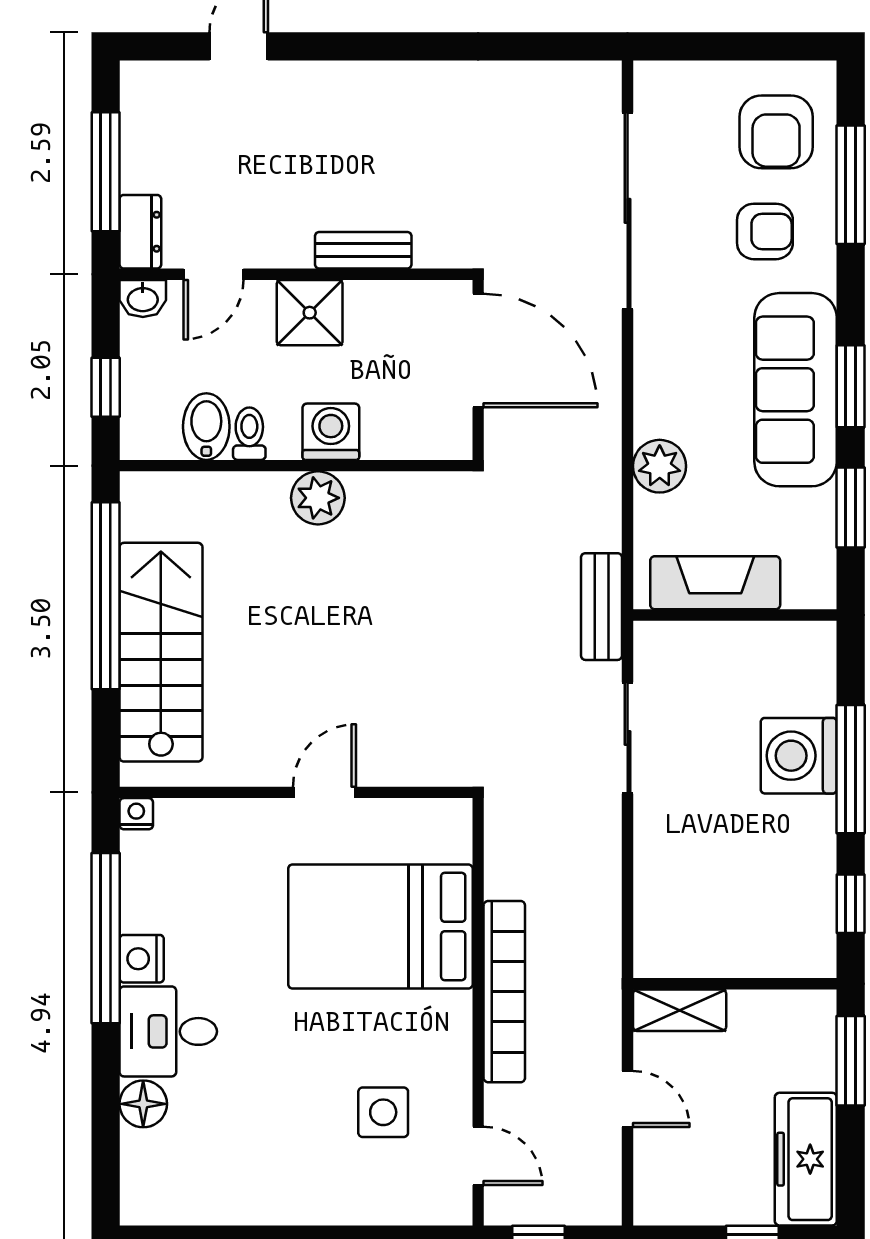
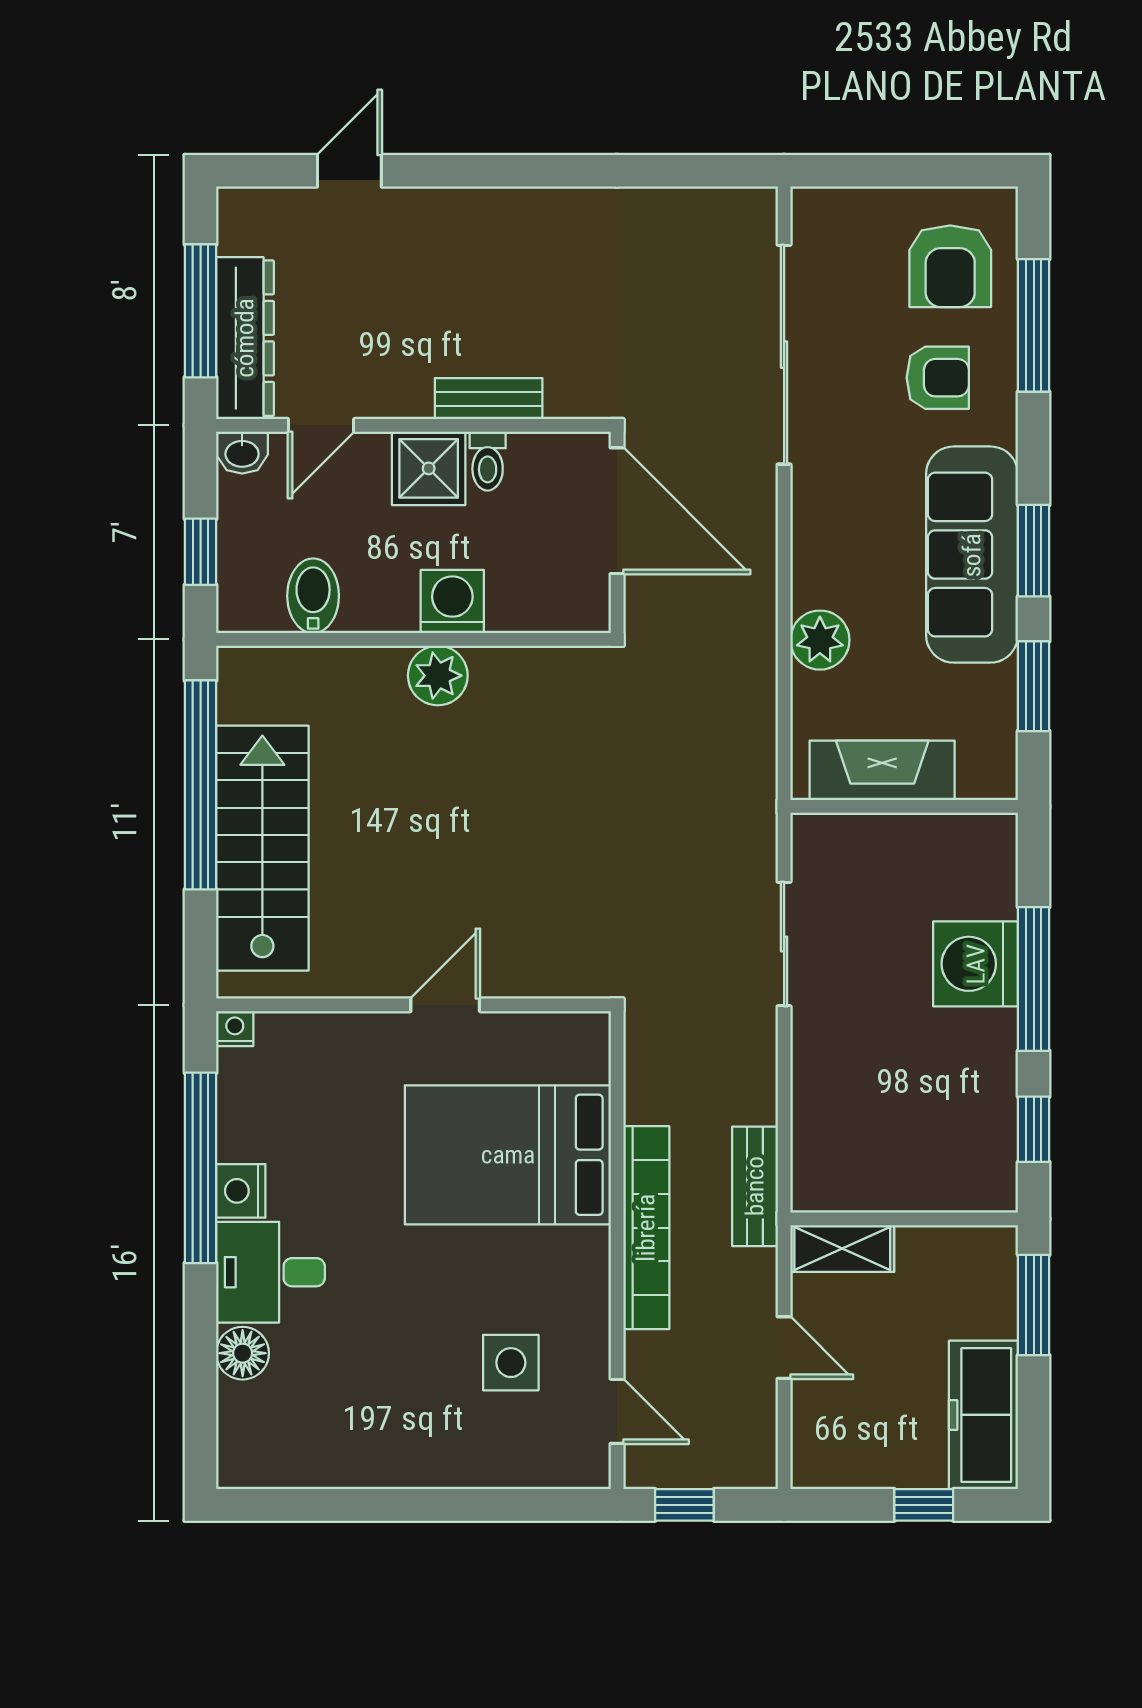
dresser: (140, 232) -> (245, 338), width x1.96, depth x1.24
toilet: (249, 434) -> (488, 461), moved, turned 180
bench: (602, 607) -> (755, 1186), moved

